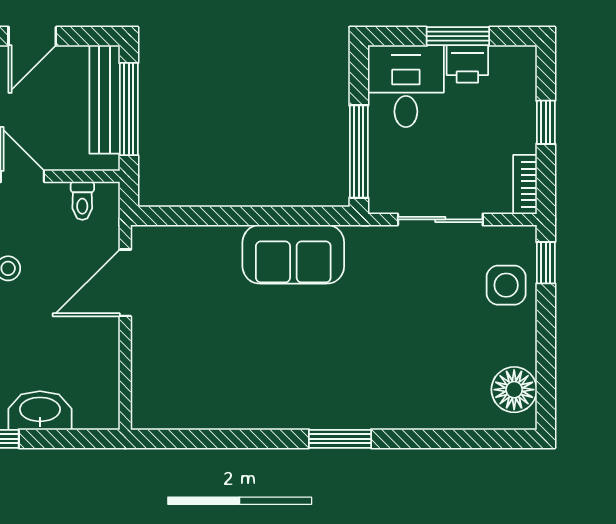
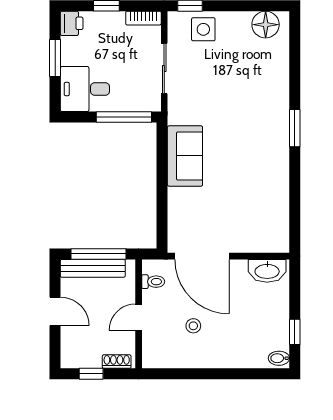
printer: (467, 64) -> (72, 23), moved
door: (125, 283) -> (202, 256), width x1.36
washbasin: (40, 411) -> (267, 271), moved, turned -90

